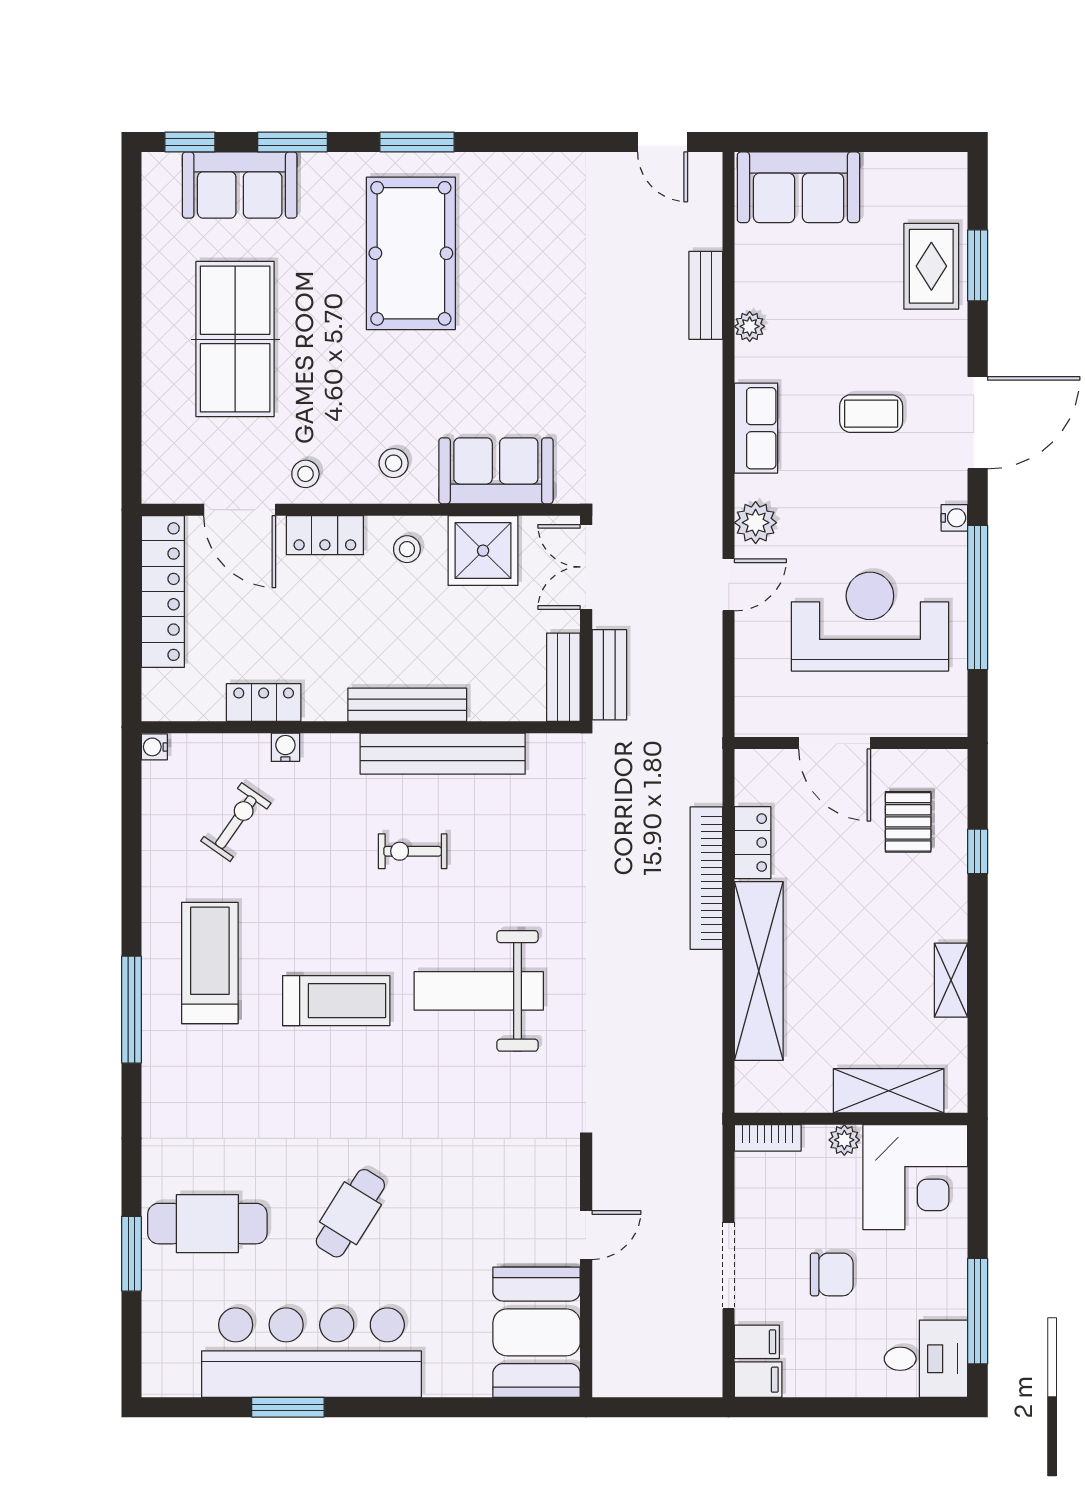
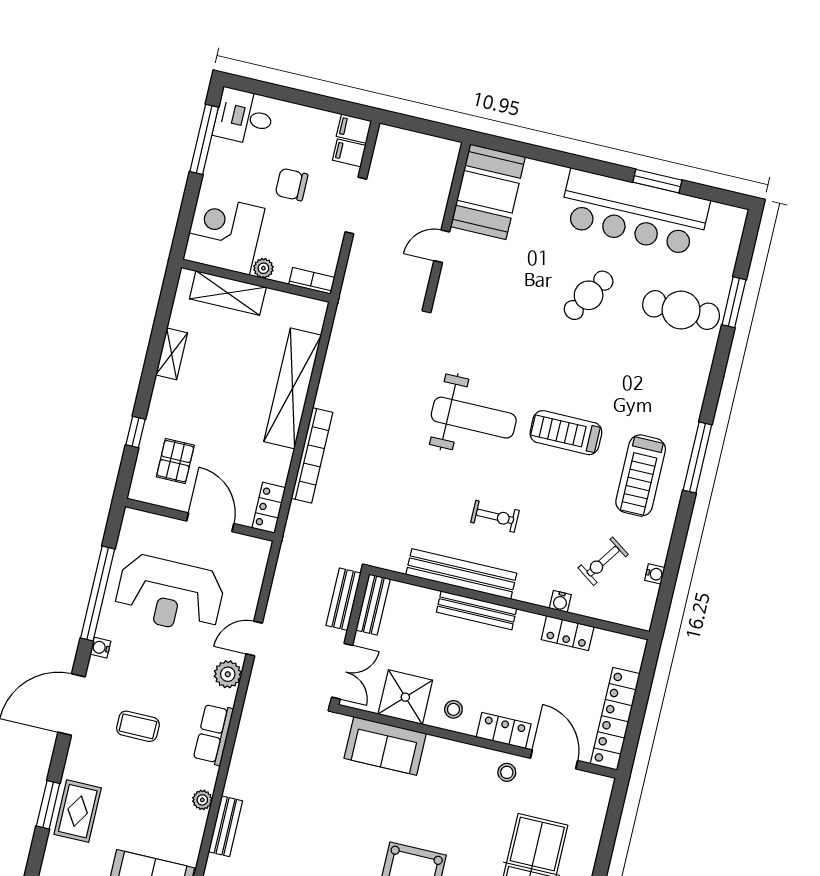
stool: (394, 463) -> (449, 766), removed
water cooler: (154, 747) -> (655, 574), moved
locker: (753, 843) -> (269, 508), moved

